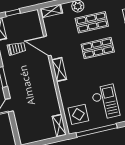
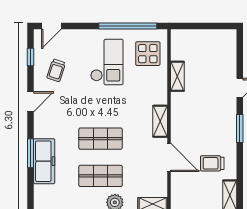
checkout: (105, 102) -> (107, 62), turned 180
shelving: (59, 126) -> (177, 76), moved

